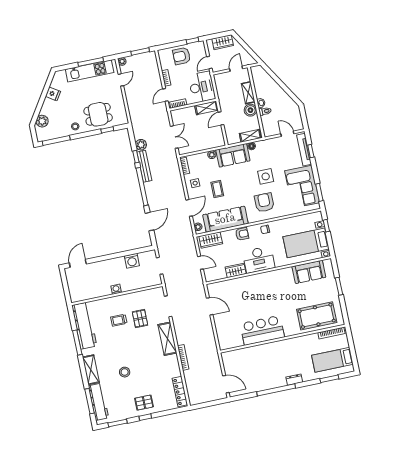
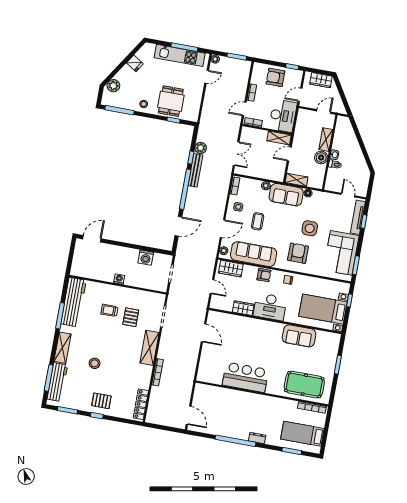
dining table: (98, 114) -> (171, 101), turned 90
shelving: (250, 136) -> (297, 180), moved
sofa: (309, 272) -> (299, 336), moved

